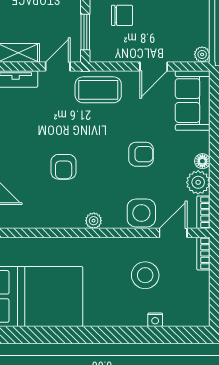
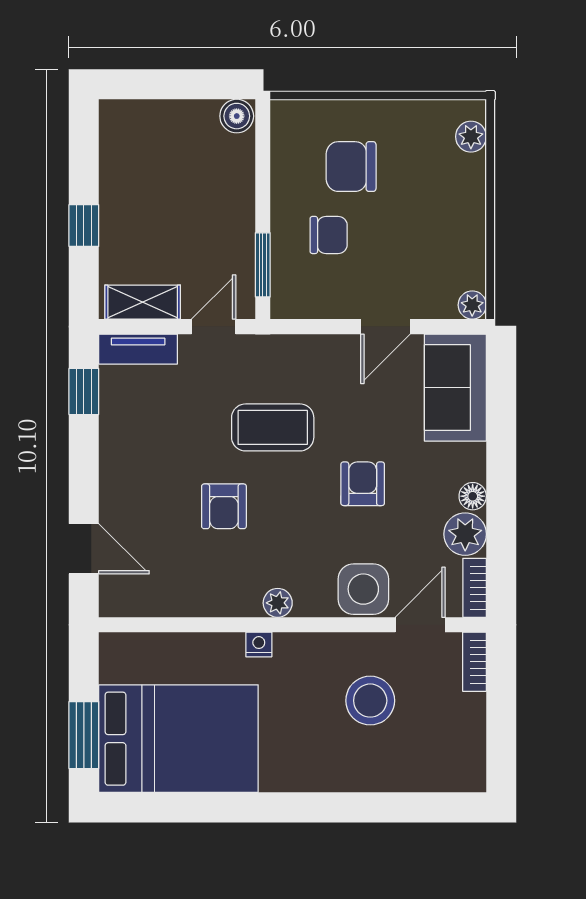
coffee table: (98, 90) -> (273, 427), moved
armchair: (141, 154) -> (363, 484), turned -90
nightstand: (155, 320) -> (259, 645), moved, turned 180

